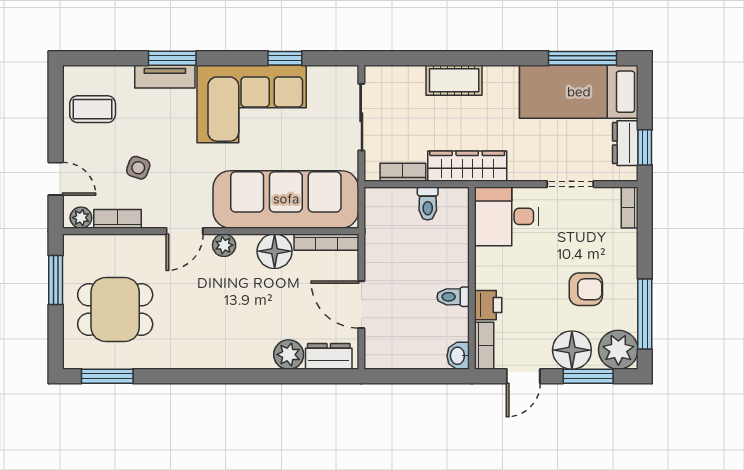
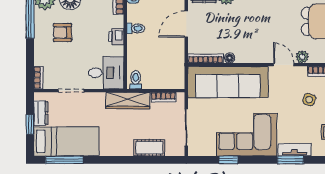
cot: (454, 80) -> (149, 148), moved
window: (645, 147) -> (30, 124), moved
toilet: (428, 204) -> (136, 80), moved
door: (185, 231) -> (284, 65), hinge flipped
plant: (224, 245) -> (302, 57), moved
floor lamp: (275, 251) -> (230, 58), width x0.53, depth x0.53
door: (361, 305) -> (186, 24), swing flipped
printer: (488, 305) -> (116, 37), moved

